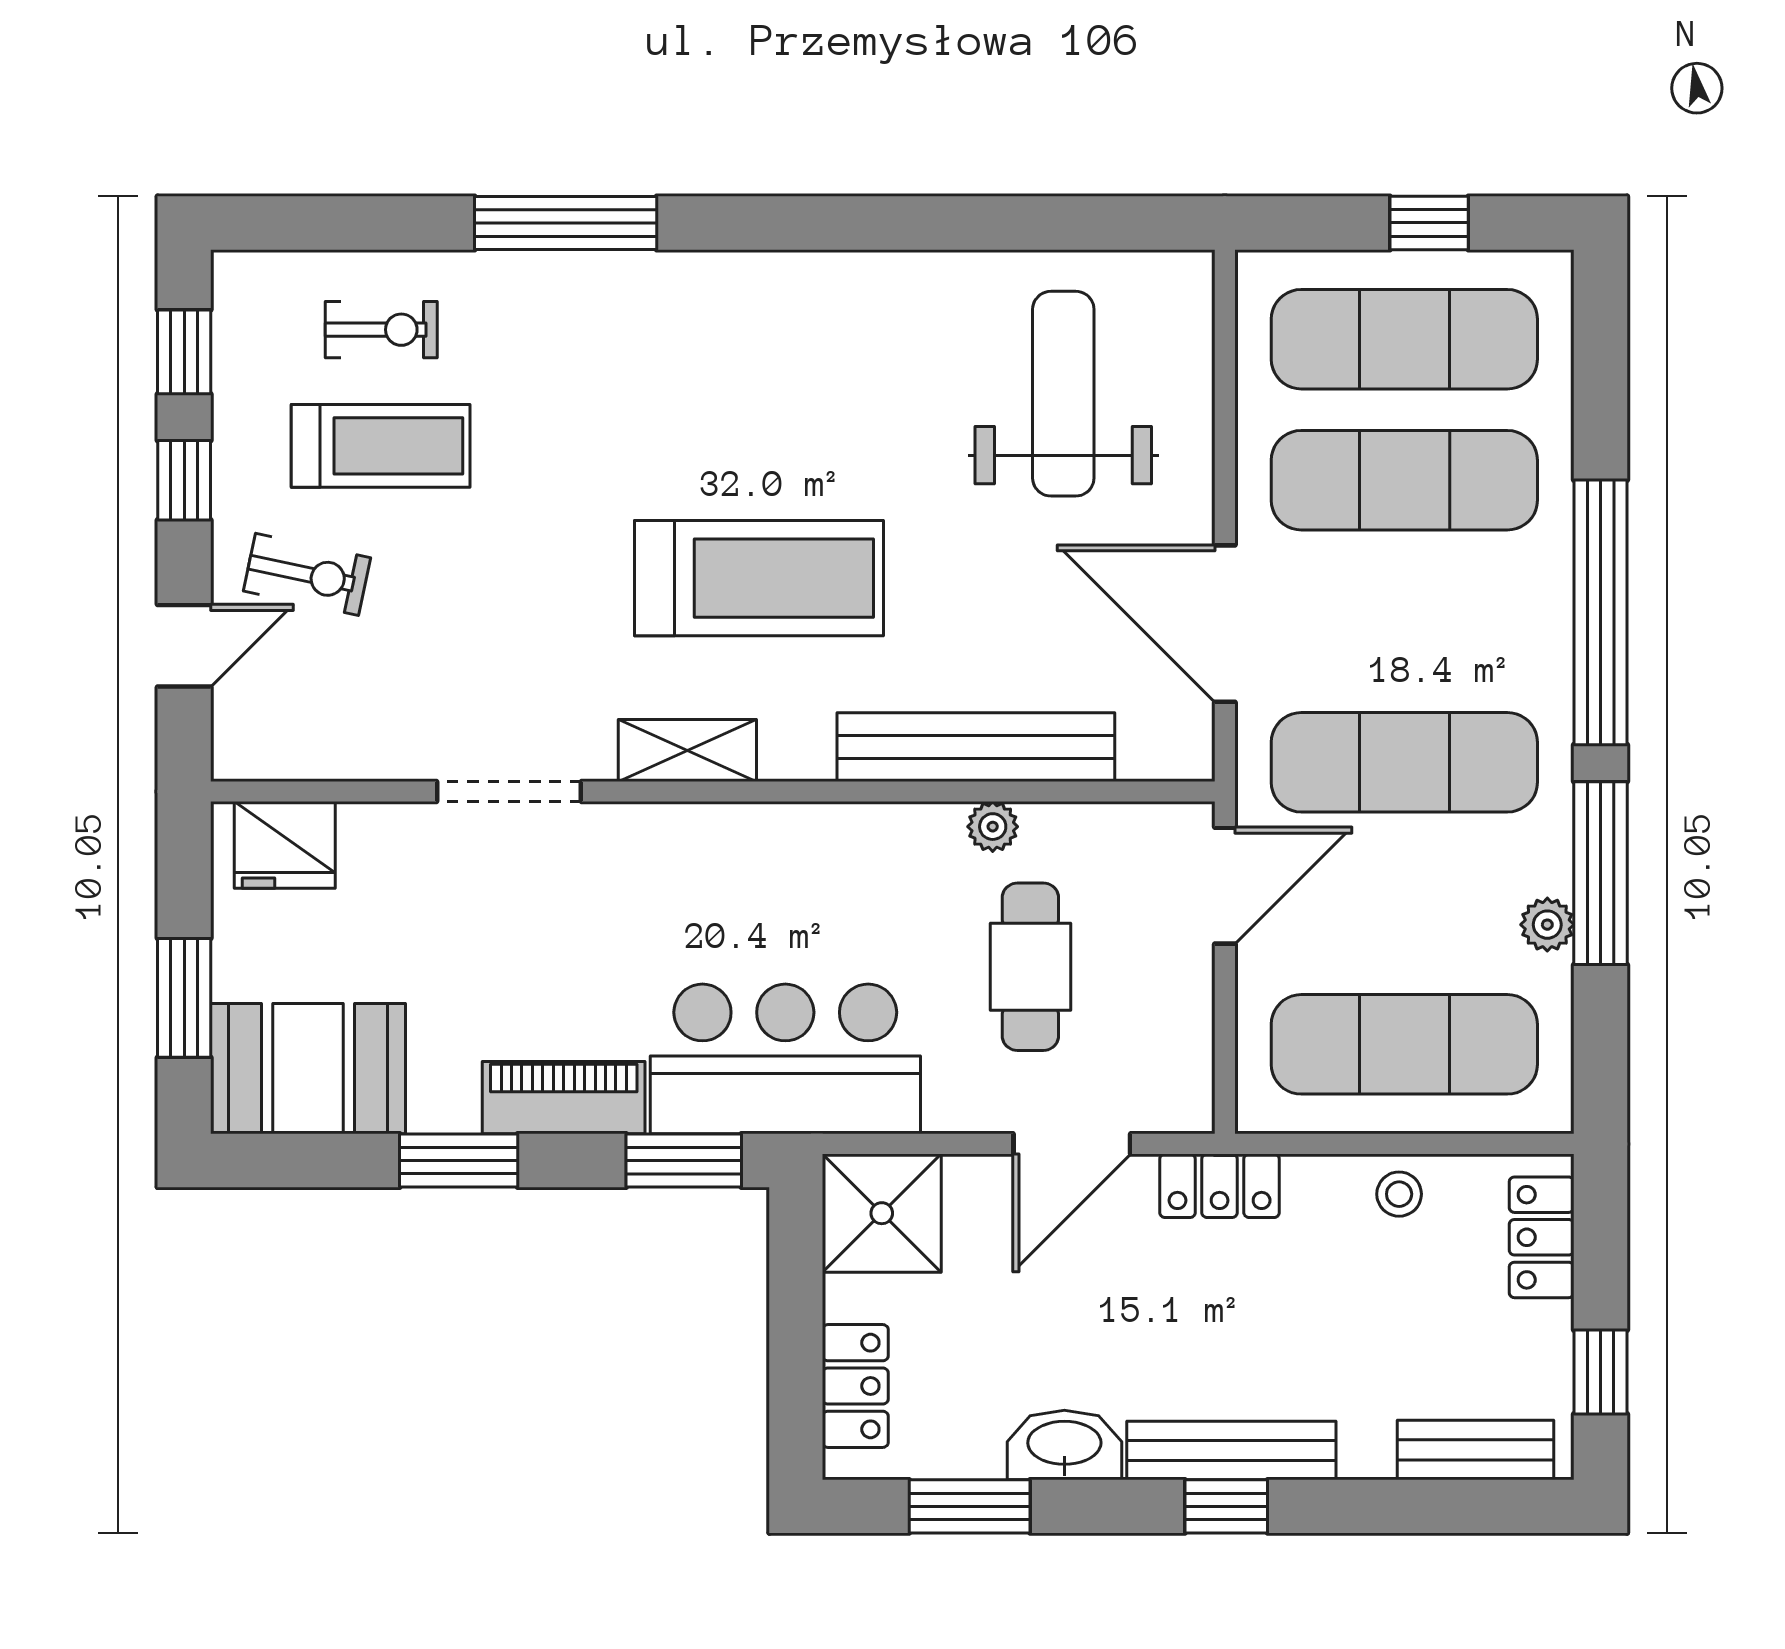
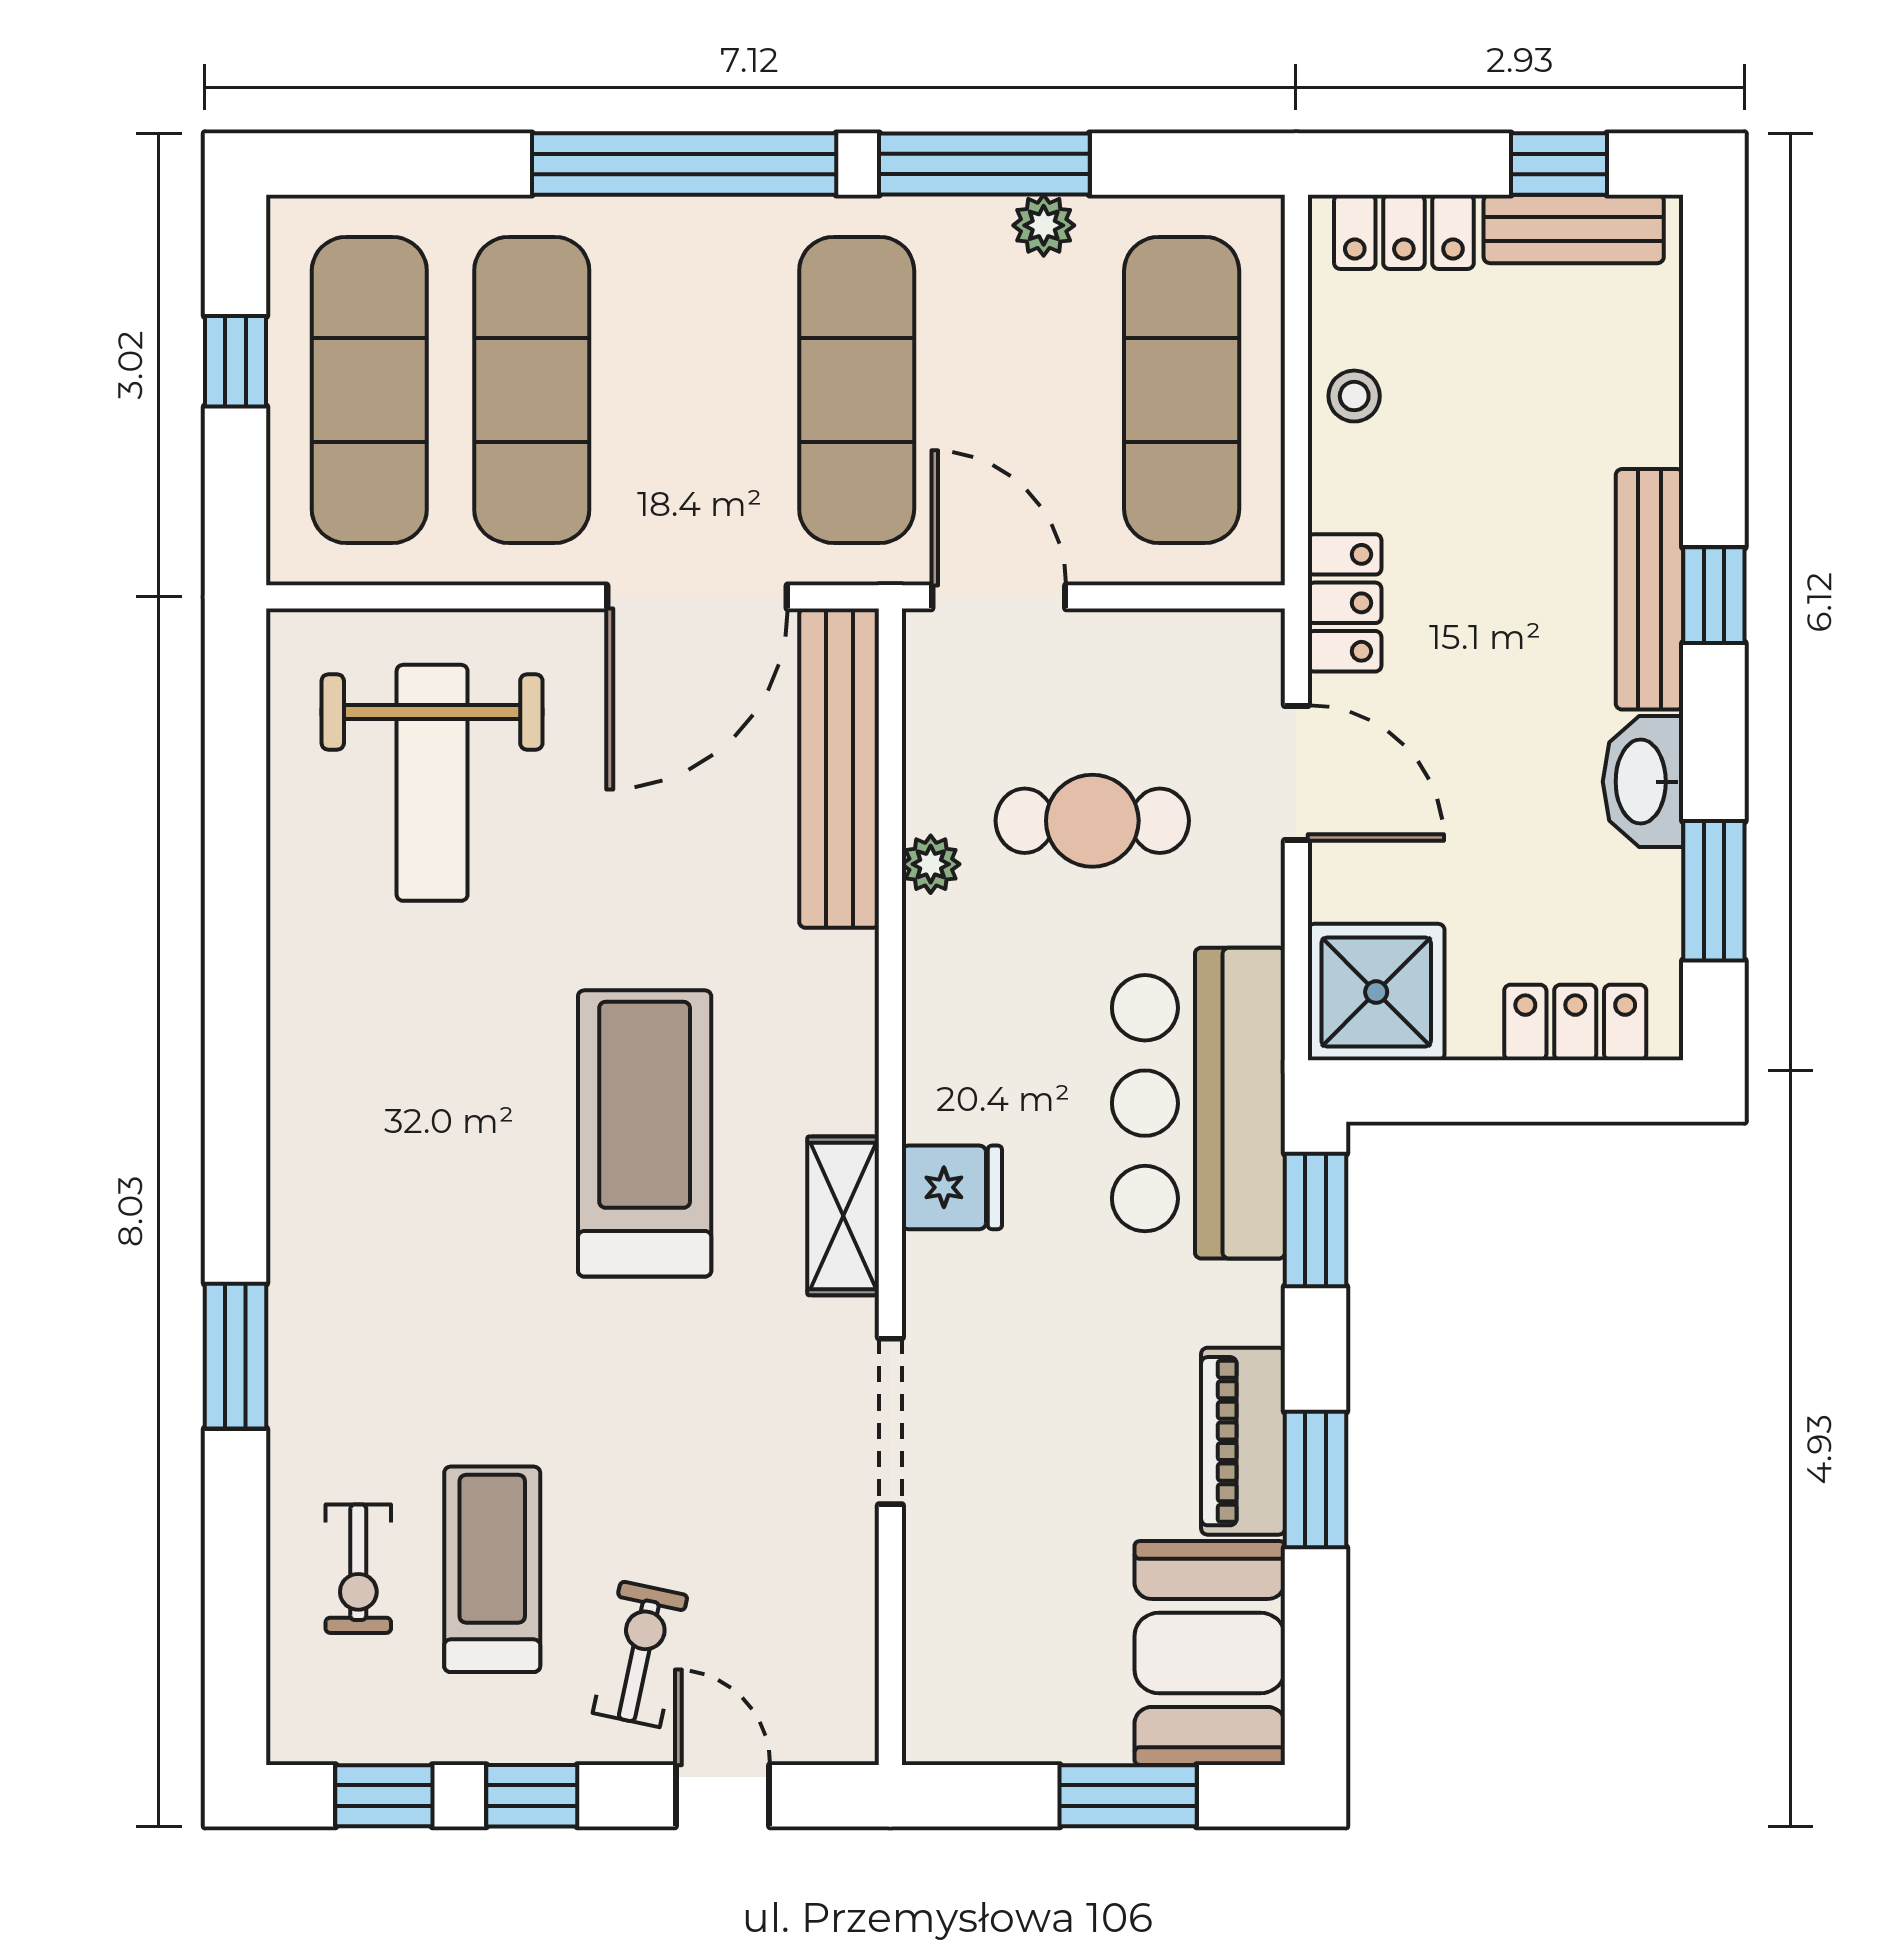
window: (566, 223) -> (235, 1356), width x0.69
exercise bike: (381, 330) -> (358, 1569), turned 180
weight bench: (1063, 394) -> (432, 783), turned -90
bench: (976, 747) -> (839, 768), moved
fridge: (285, 845) -> (952, 1187), moved, width x0.72
piano: (564, 1098) -> (1243, 1441), moved
bench: (1475, 1450) -> (1574, 229), moved, turned 90

